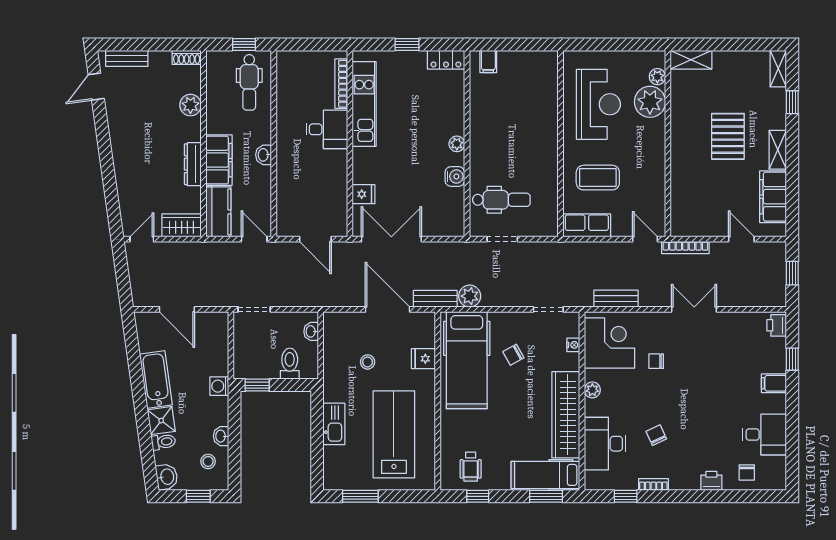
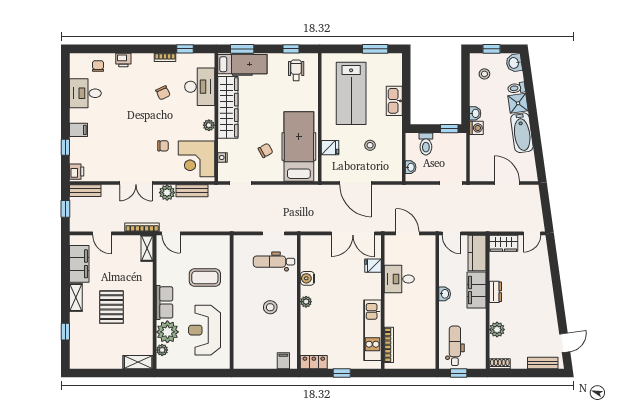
shelving: (778, 69) -> (147, 248), moved
desk: (327, 129) -> (399, 279), moved
stool: (507, 136) -> (270, 307), added
dresser: (193, 164) -> (495, 292), width x0.70
row of seats: (587, 225) -> (164, 302), moved, turned -90
plant: (470, 296) -> (167, 193), moved
bench: (435, 299) -> (85, 191), moved
washbasin: (221, 436) -> (475, 113), moved

